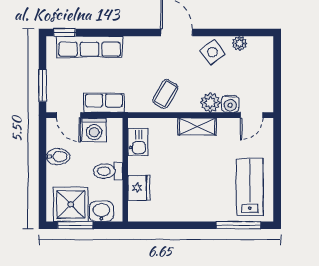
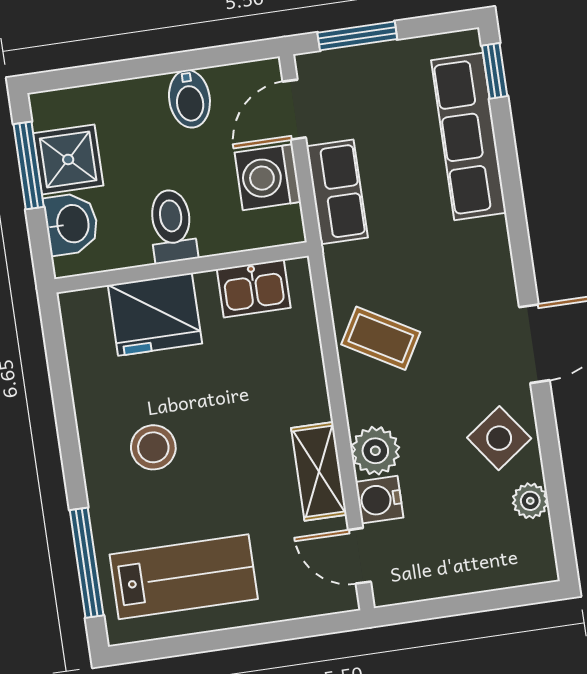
shelving: (197, 126) -> (319, 471), moved
fridge: (139, 188) -> (155, 314), width x1.36, depth x1.34
stool: (196, 192) -> (153, 447), added
shower: (71, 204) -> (68, 159), width x0.73, depth x0.73

